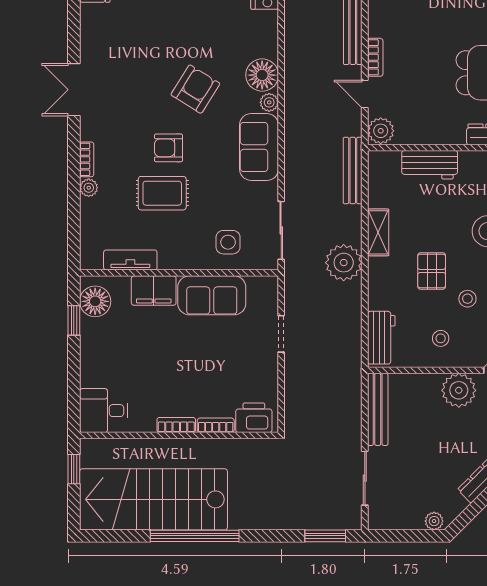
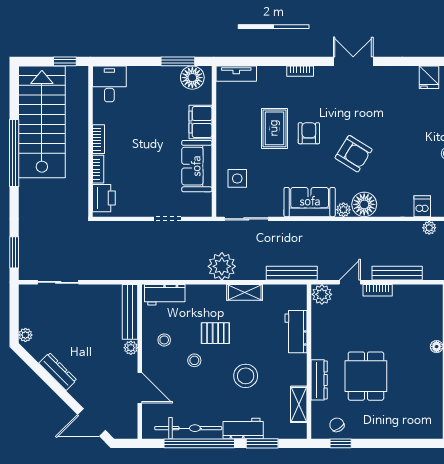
plant: (89, 188) -> (279, 73), removed
tv unit: (130, 260) -> (236, 74), moved, turned 90
window: (74, 320) -> (178, 61), width x1.50
plant: (459, 390) -> (131, 348), width x0.53, depth x0.53
bench: (378, 409) -> (130, 312), moved, turned 90

